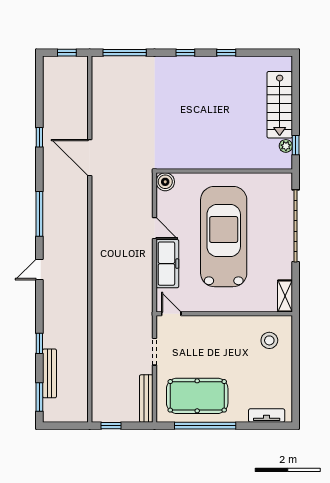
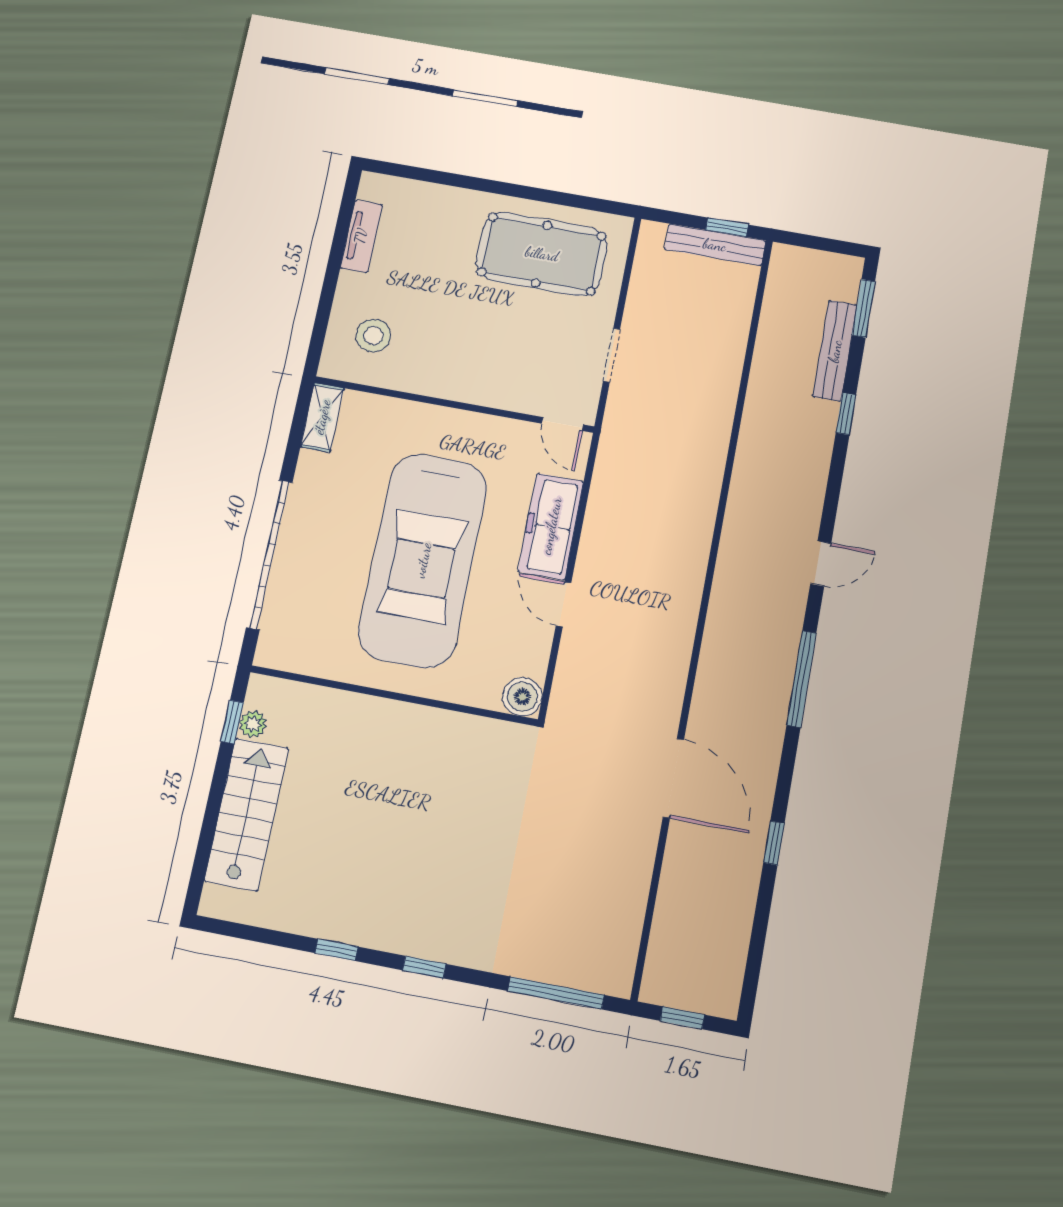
bench: (146, 399) -> (715, 245), moved, turned 90
tv unit: (267, 416) -> (361, 236), moved, turned -90
window: (205, 426) -> (537, 194), removed

